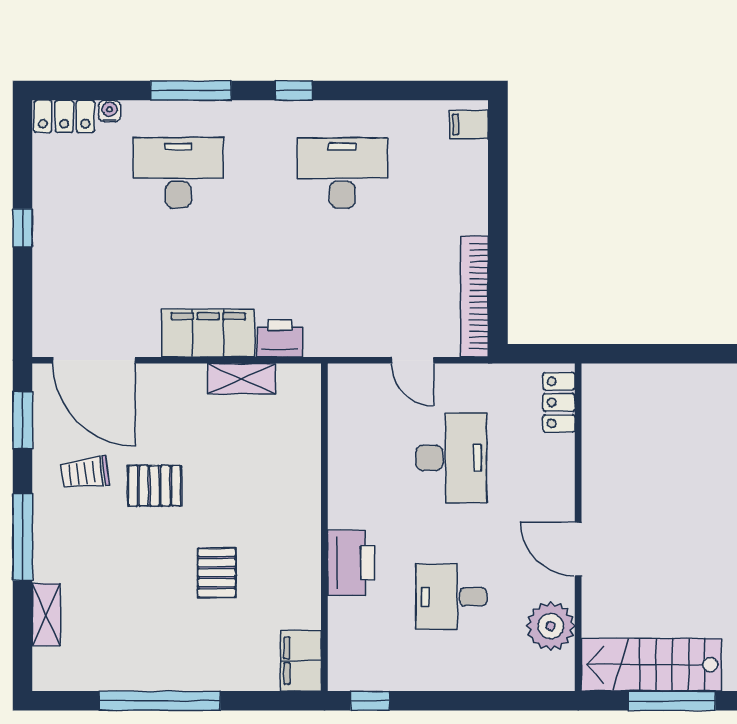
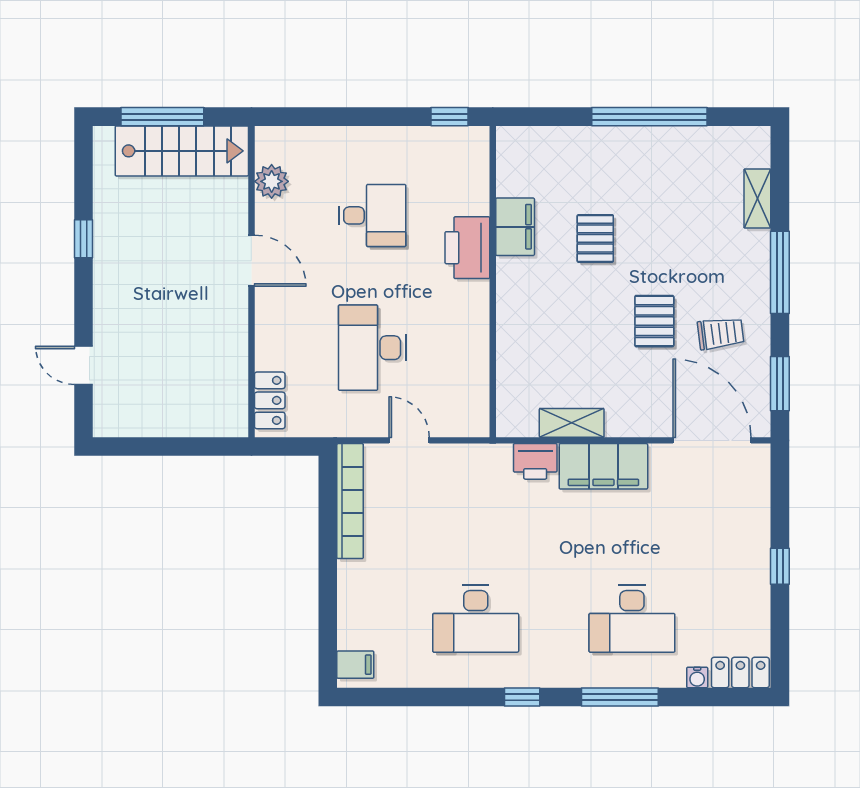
pallet: (155, 486) -> (654, 321), turned 90
plant: (551, 626) -> (272, 181), width x0.73, depth x0.73
filing cabinet: (301, 661) -> (515, 227), moved

